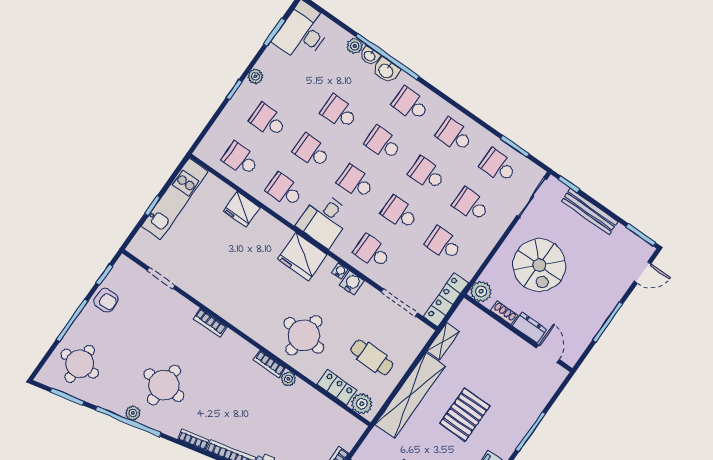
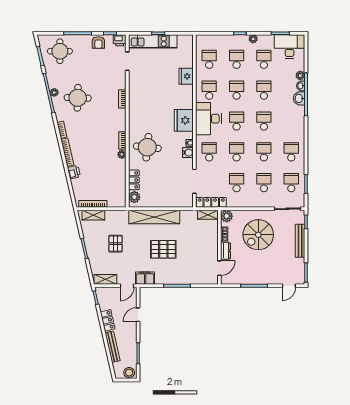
school desk: (410, 104) -> (264, 59), moved
kitchen unit: (175, 199) -> (153, 41), moved
desk: (324, 220) -> (208, 119), width x1.37
printer: (124, 268) -> (120, 40), added
door: (642, 273) -> (289, 286), hinge flipped
shelving: (443, 341) -> (208, 215), moved
cafe table: (372, 357) -> (159, 186), removed

